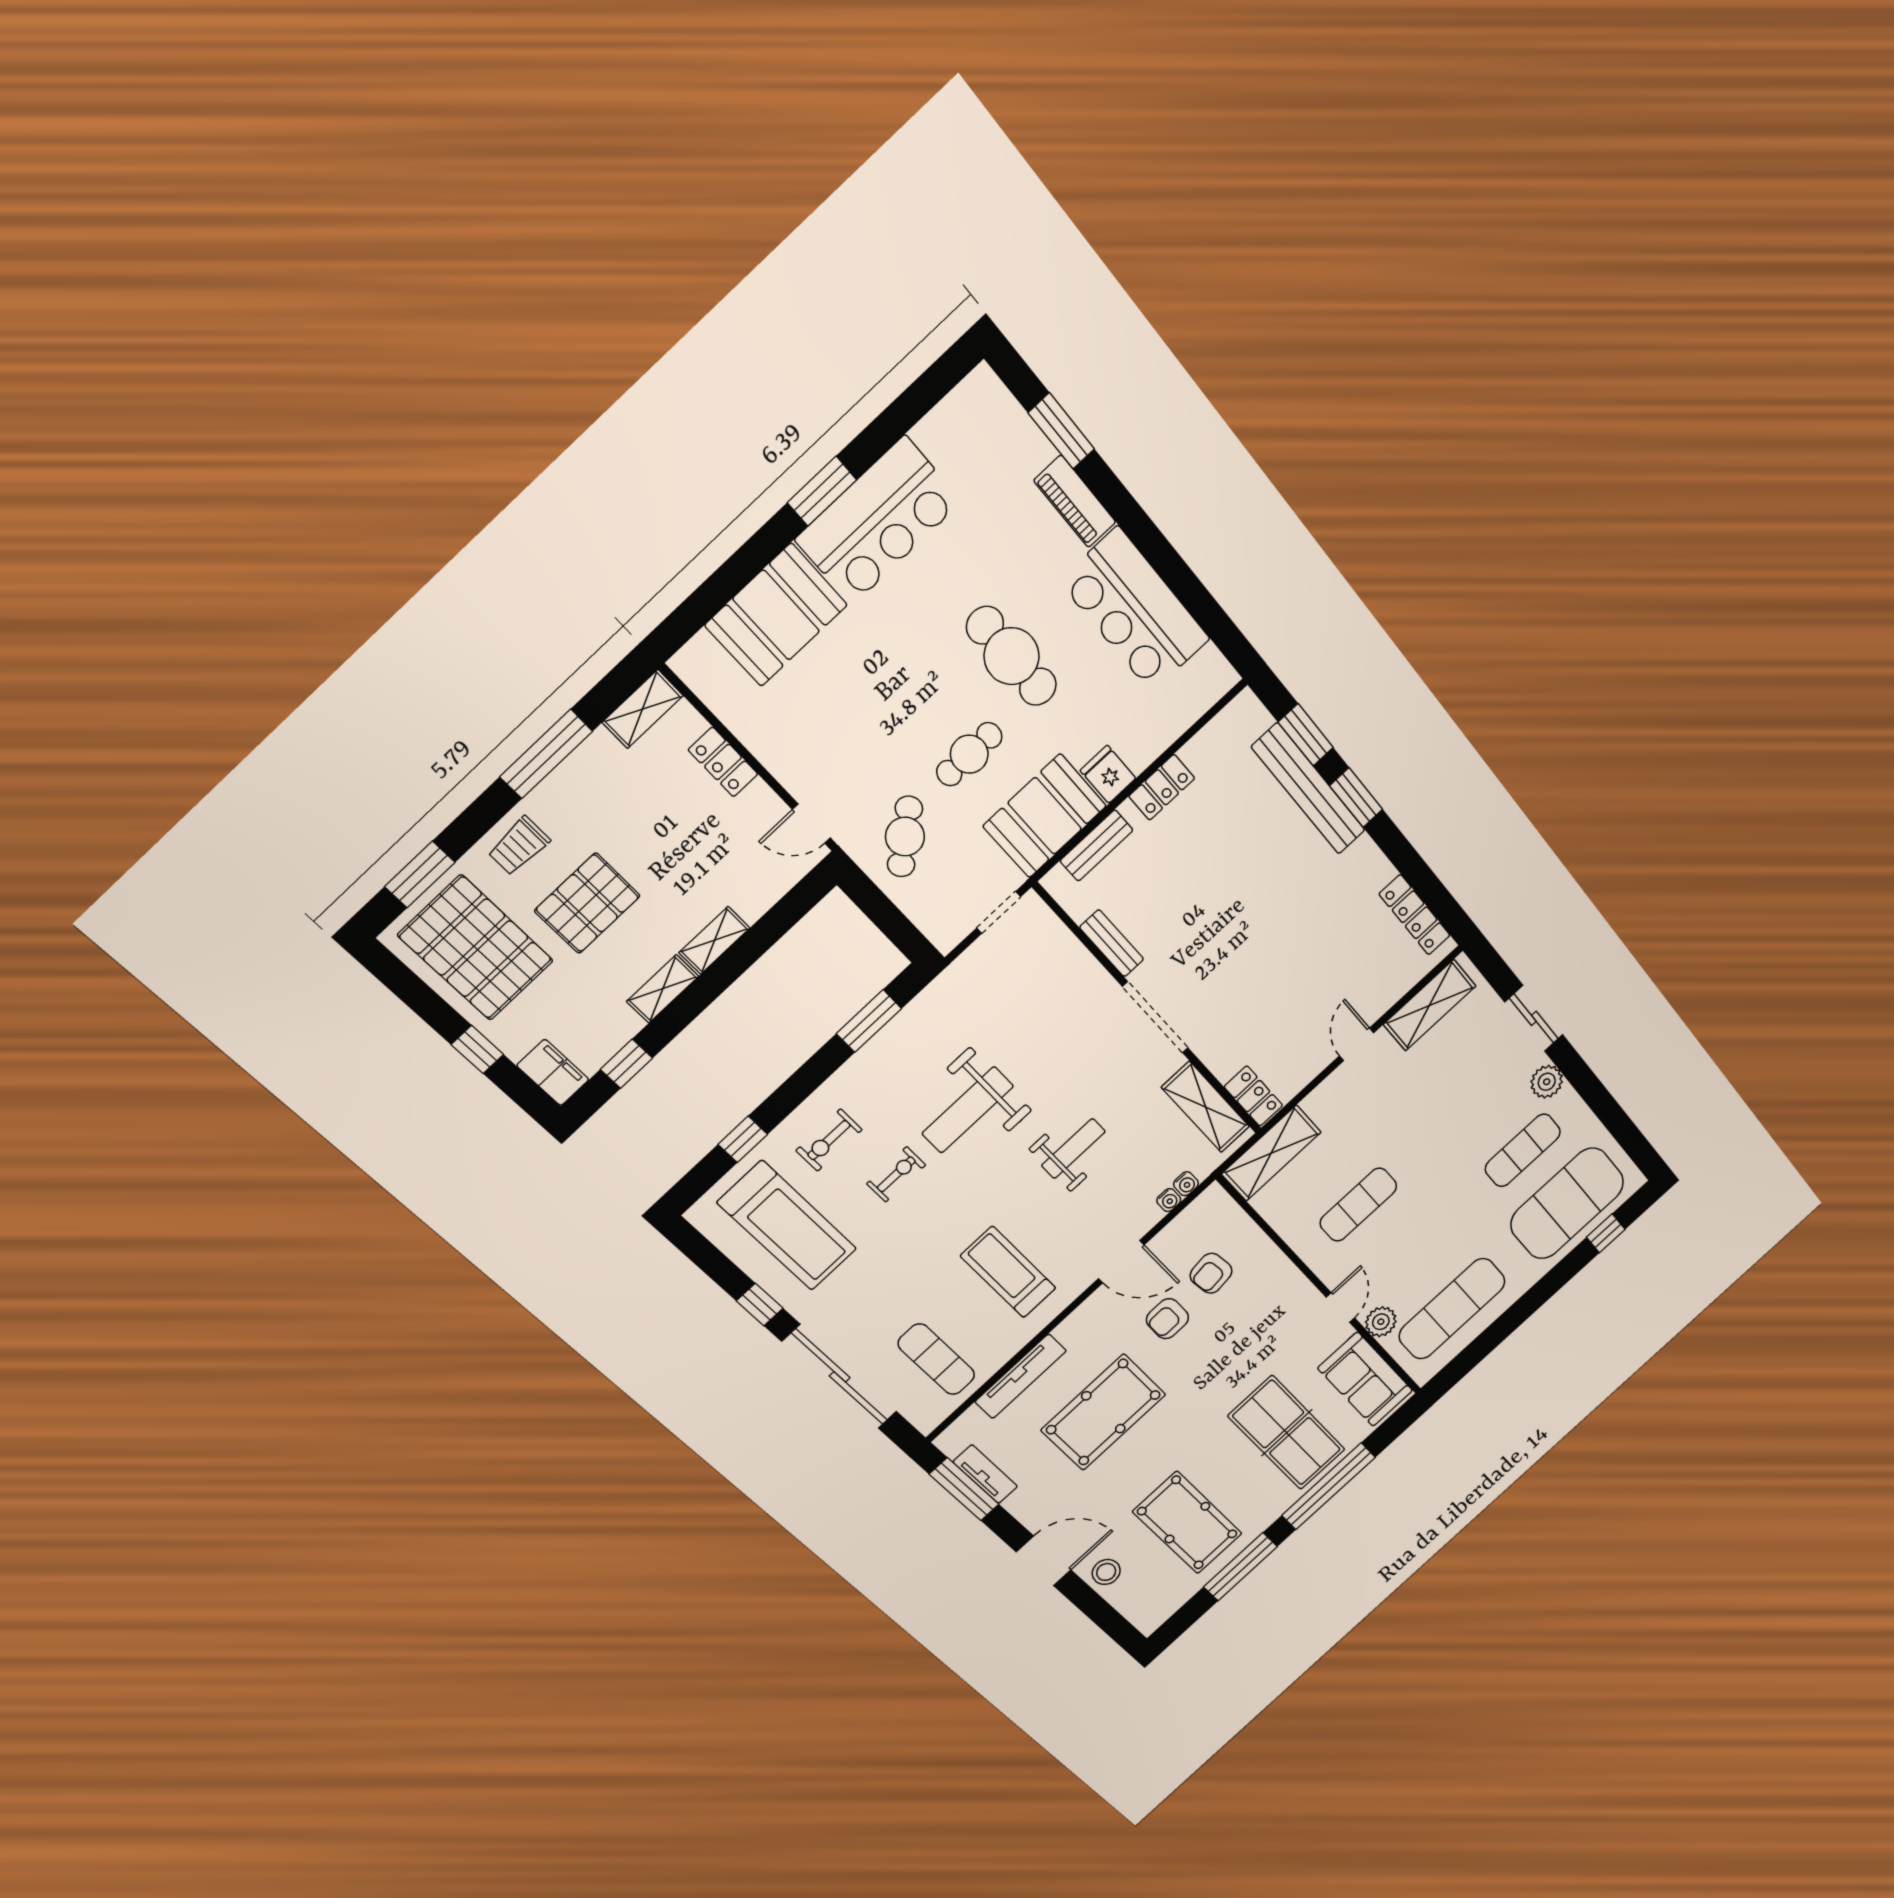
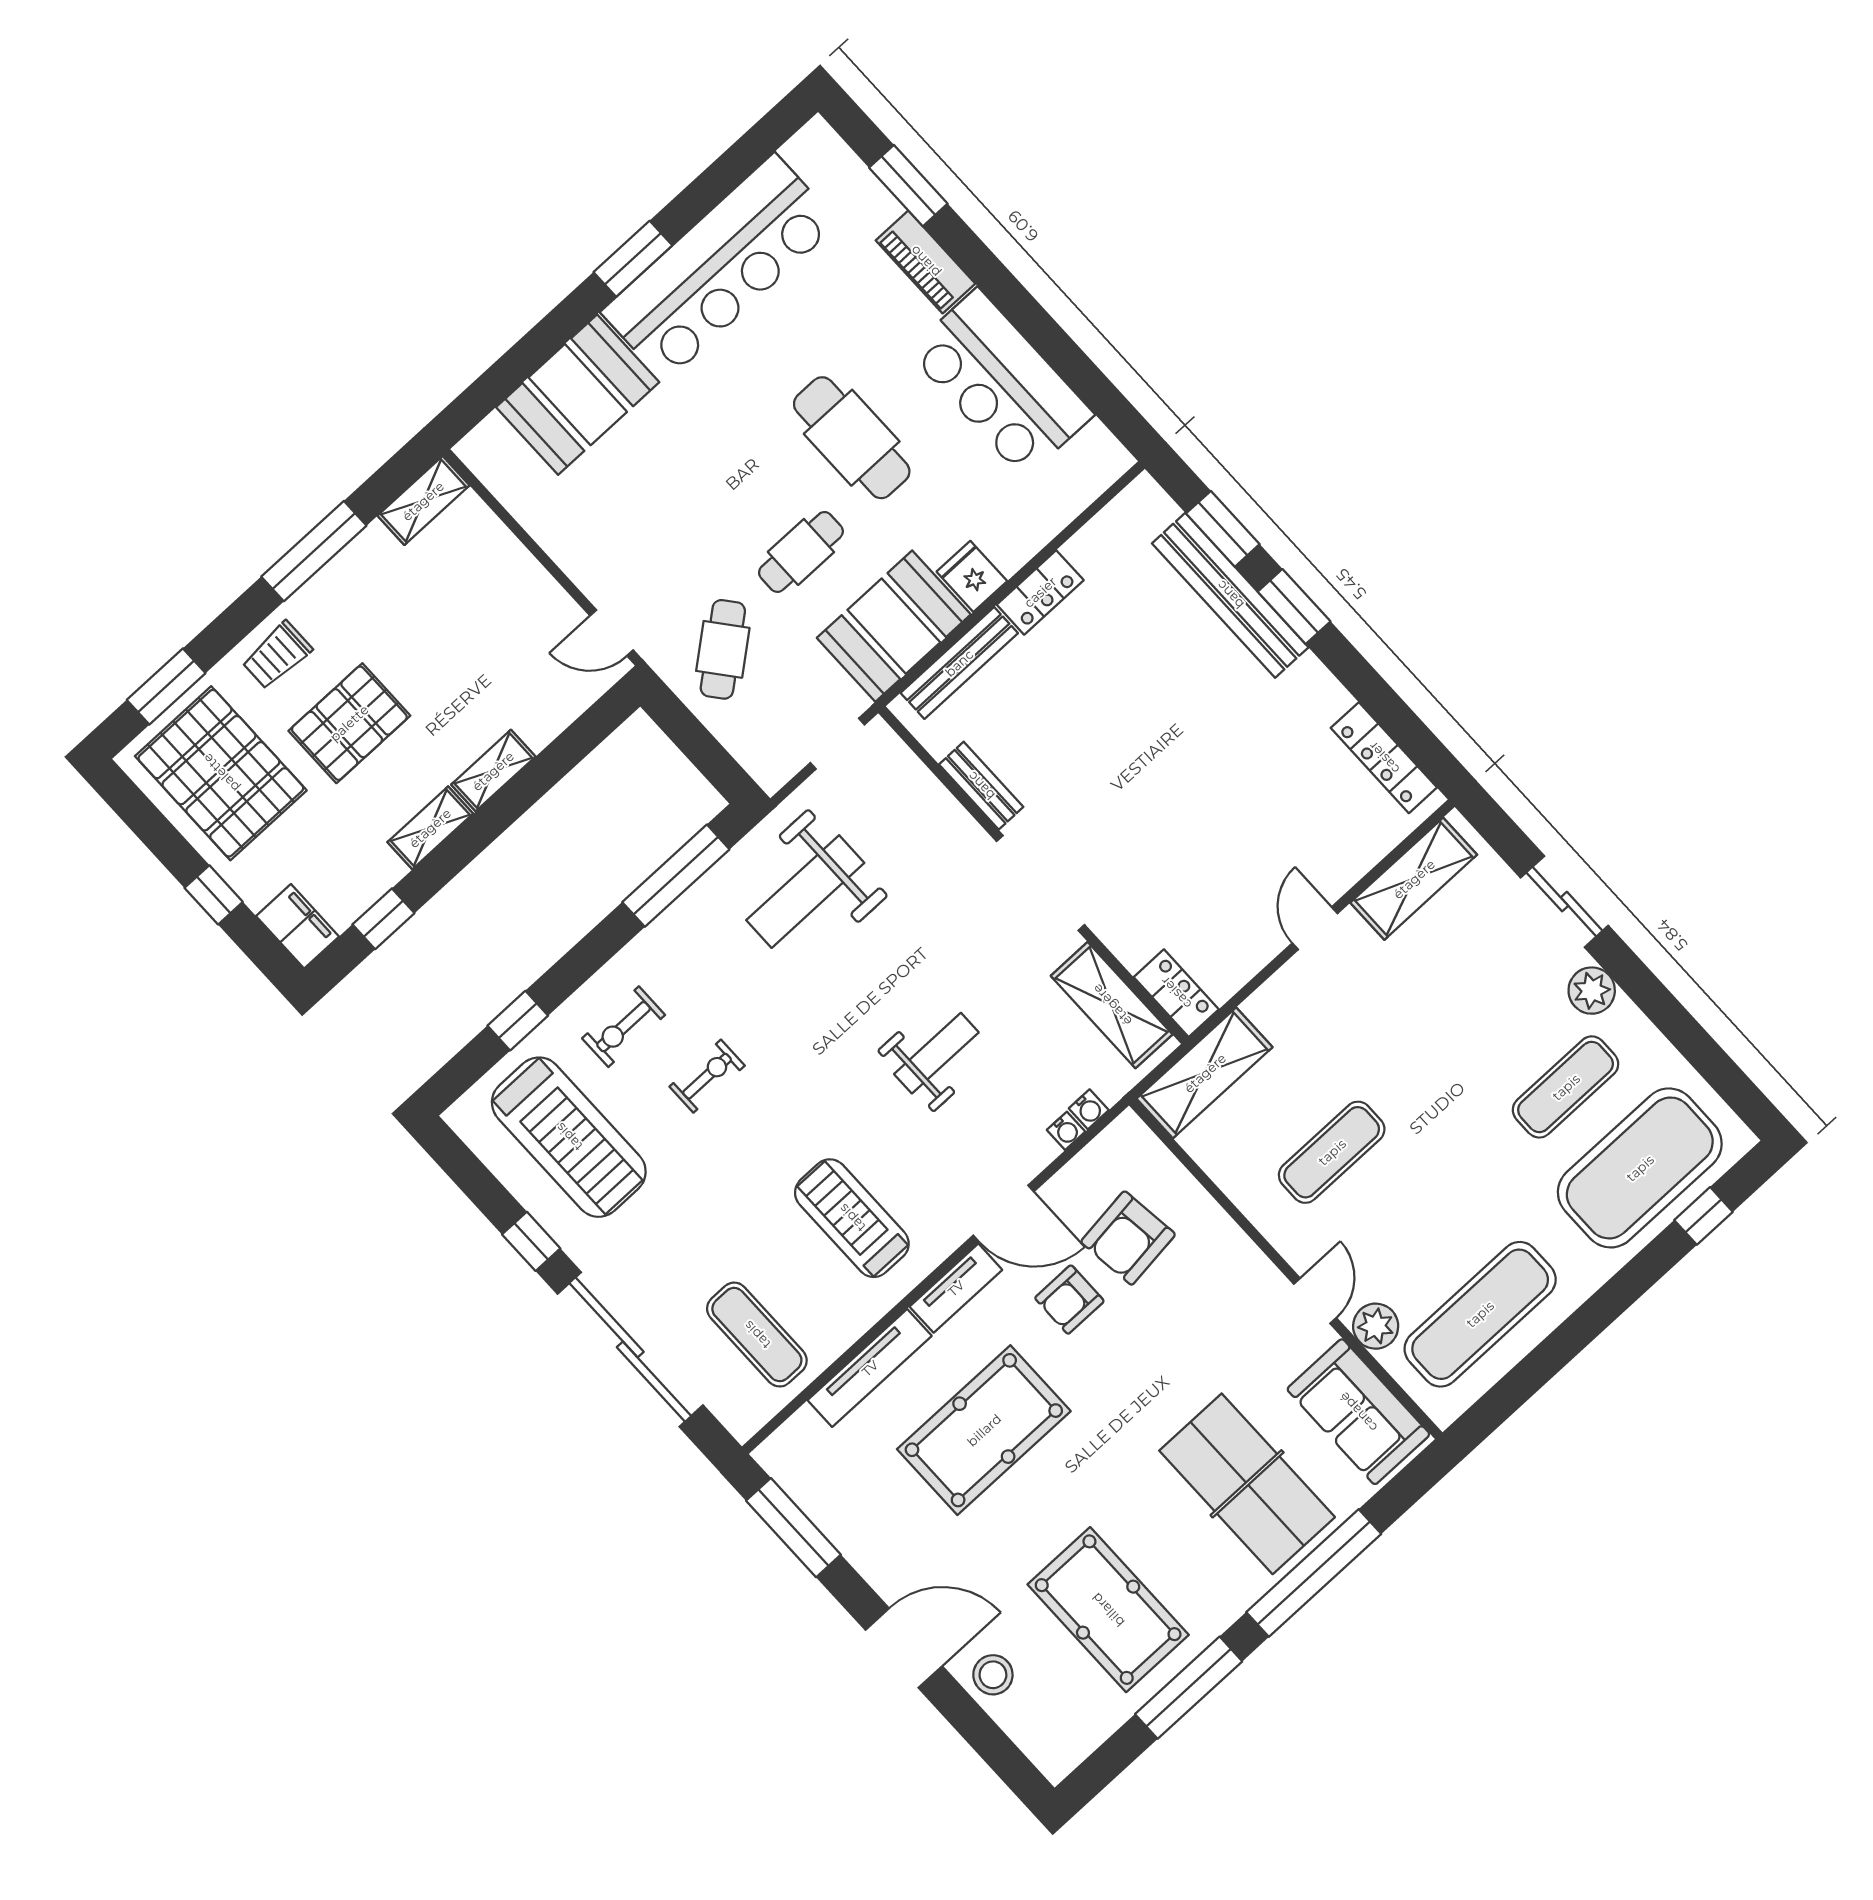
bar counter: (879, 521) -> (720, 267), width x1.36
locker: (723, 762) -> (511, 560), removed
bench: (1097, 846) -> (959, 663), width x1.36
window: (869, 1021) -> (676, 876), width x1.44
weight bench: (968, 1110) -> (805, 892), moved
armchair: (1211, 1273) -> (1128, 1238), width x1.38, depth x1.38
tv unit: (985, 1474) -> (956, 1288), moved, turned 90

